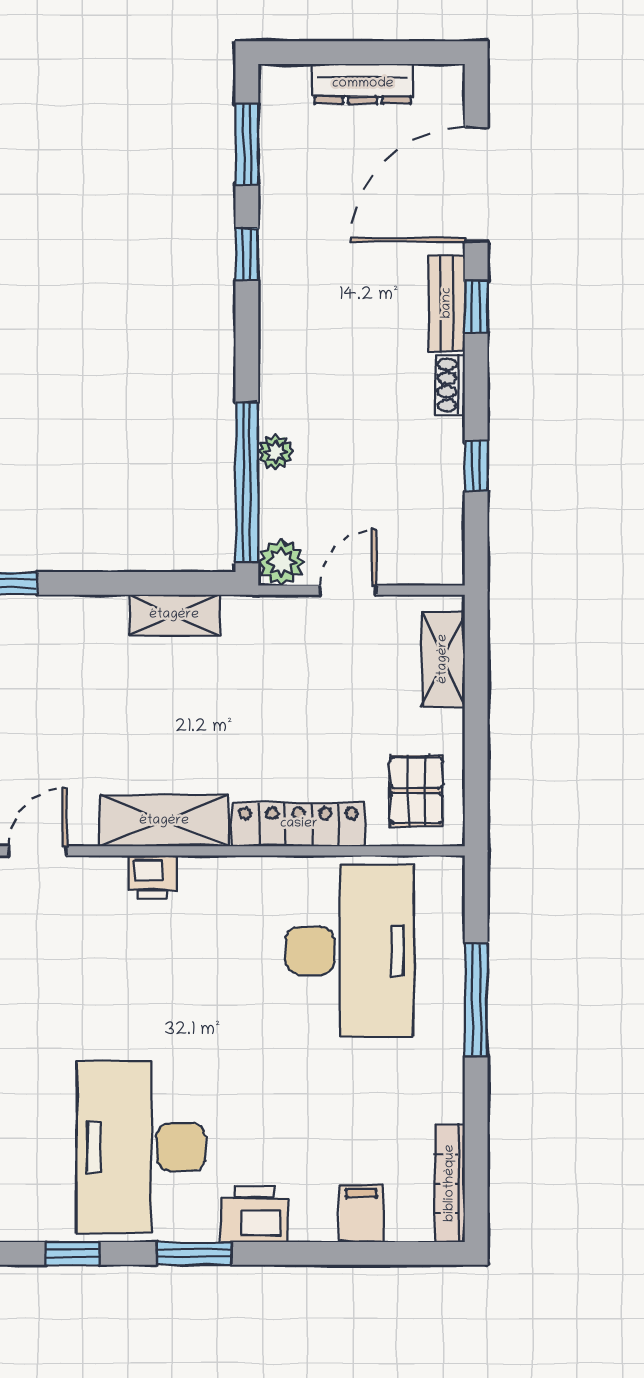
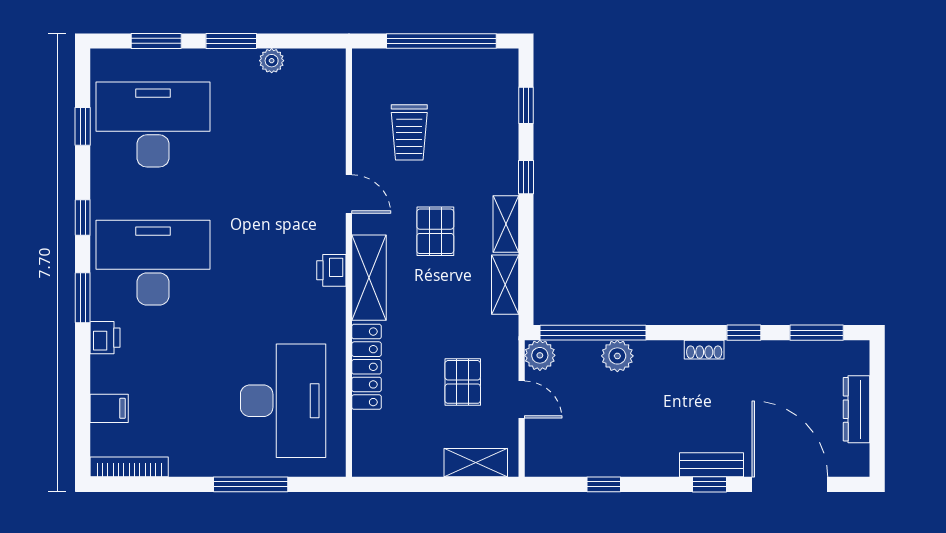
shoe rack: (450, 385) -> (704, 350), moved, turned 180
plant: (276, 452) -> (617, 356), width x1.38, depth x1.38
shelving: (83, 614) -> (506, 224), added
pallet: (94, 720) -> (435, 231), added
pallet: (416, 791) -> (463, 382), moved, turned 90
desk: (350, 951) -> (283, 401), turned -90
printer: (255, 1214) -> (105, 338), width x0.73, depth x0.81

